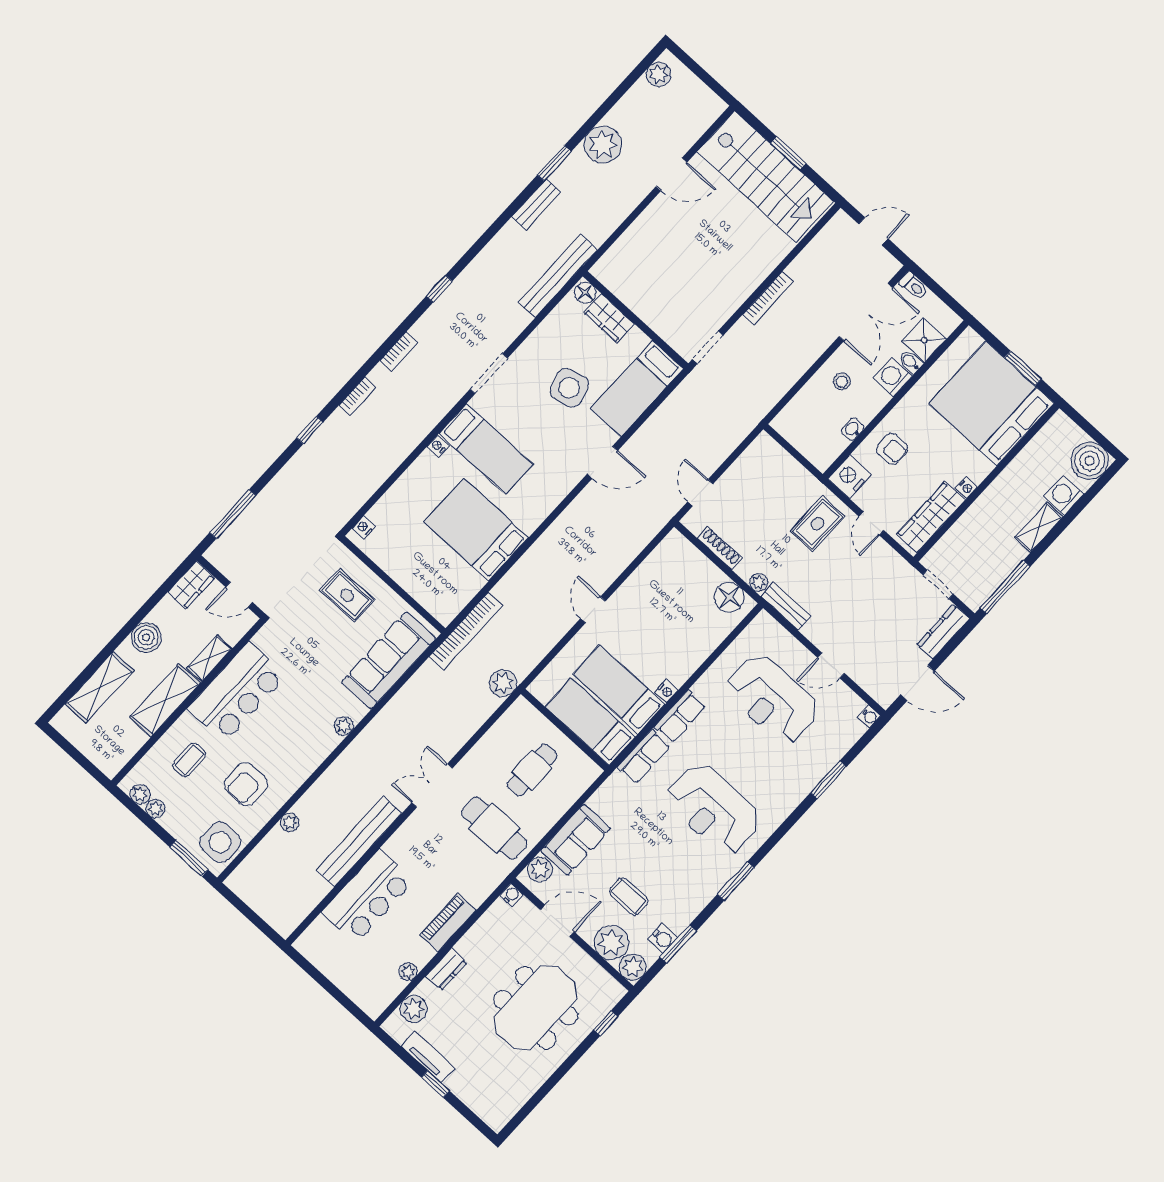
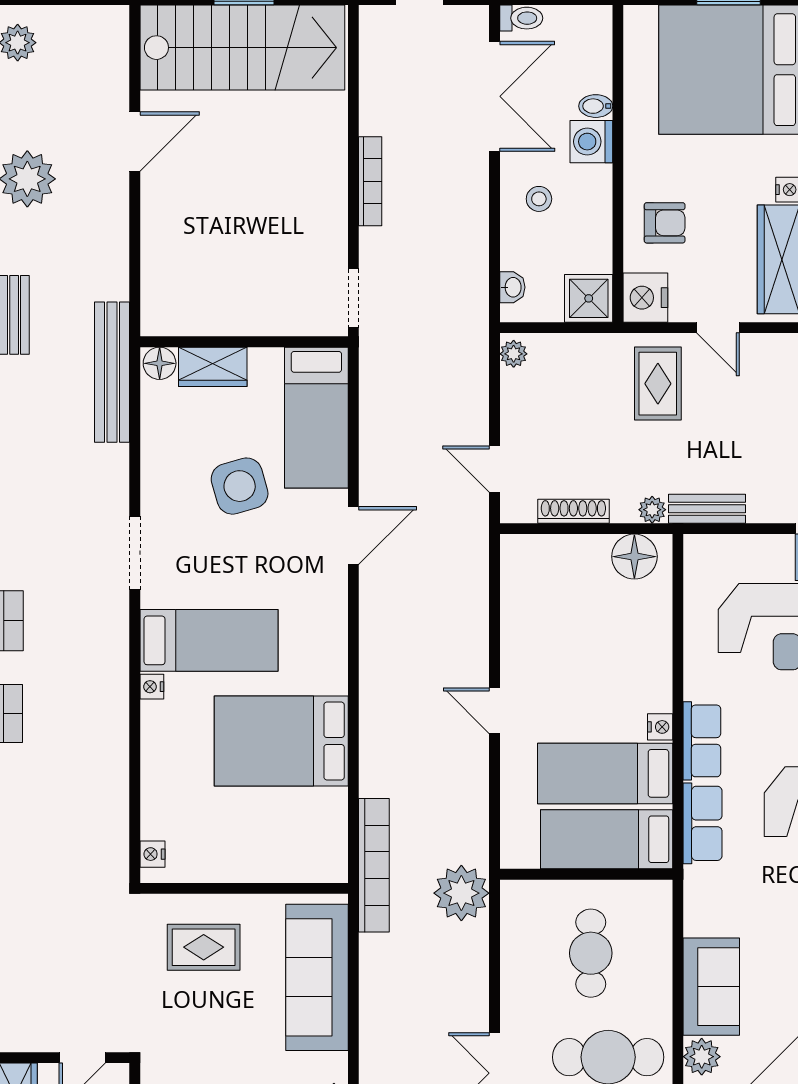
shower: (924, 340) -> (589, 298), moved
washbasin: (853, 429) -> (512, 287), moved, turned 180
plant: (761, 445) -> (514, 354), added
plant: (503, 683) -> (461, 893), width x1.36, depth x1.36

